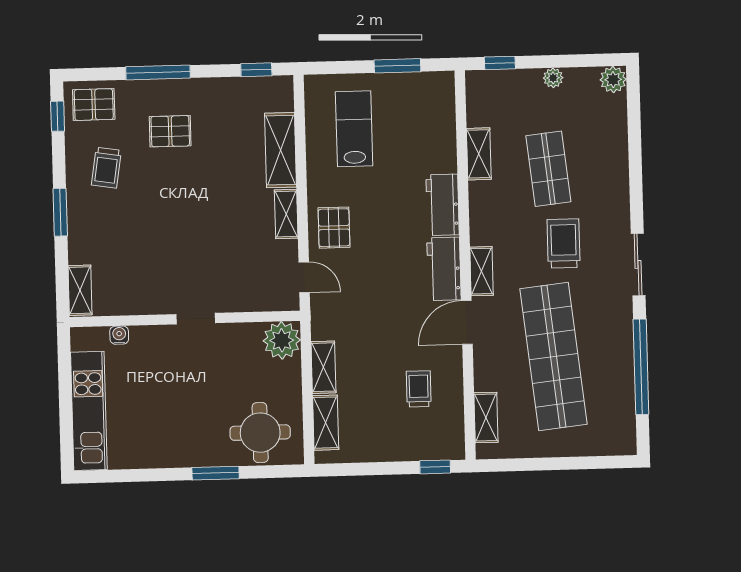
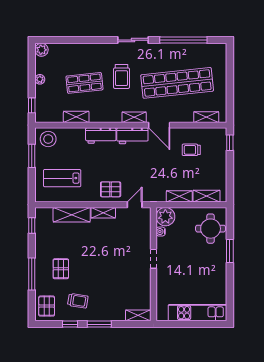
stool: (433, 98) -> (48, 139), added
window: (58, 116) -> (70, 324), moved
trolley: (564, 243) -> (122, 76), turned -90
water cooler: (119, 335) -> (161, 232), moved

